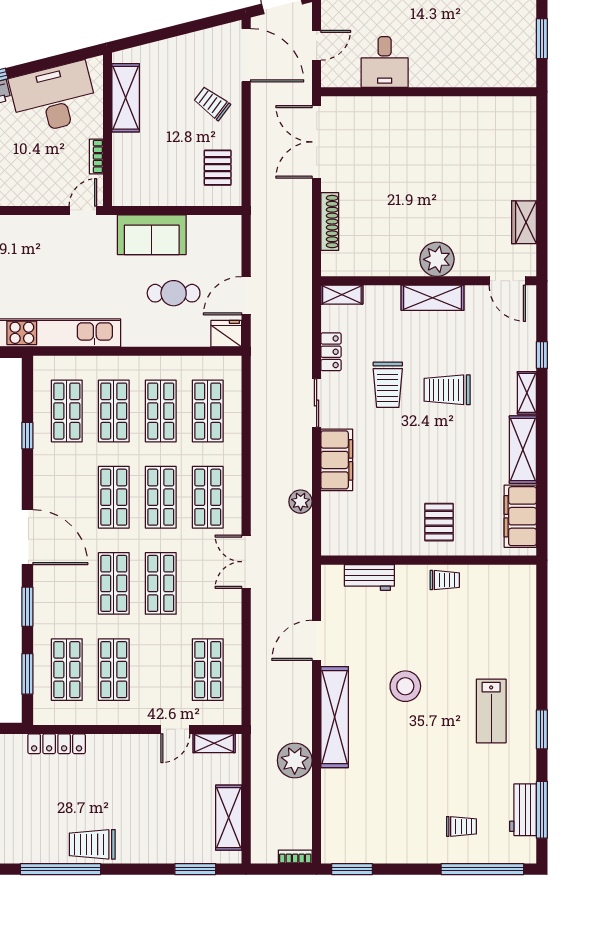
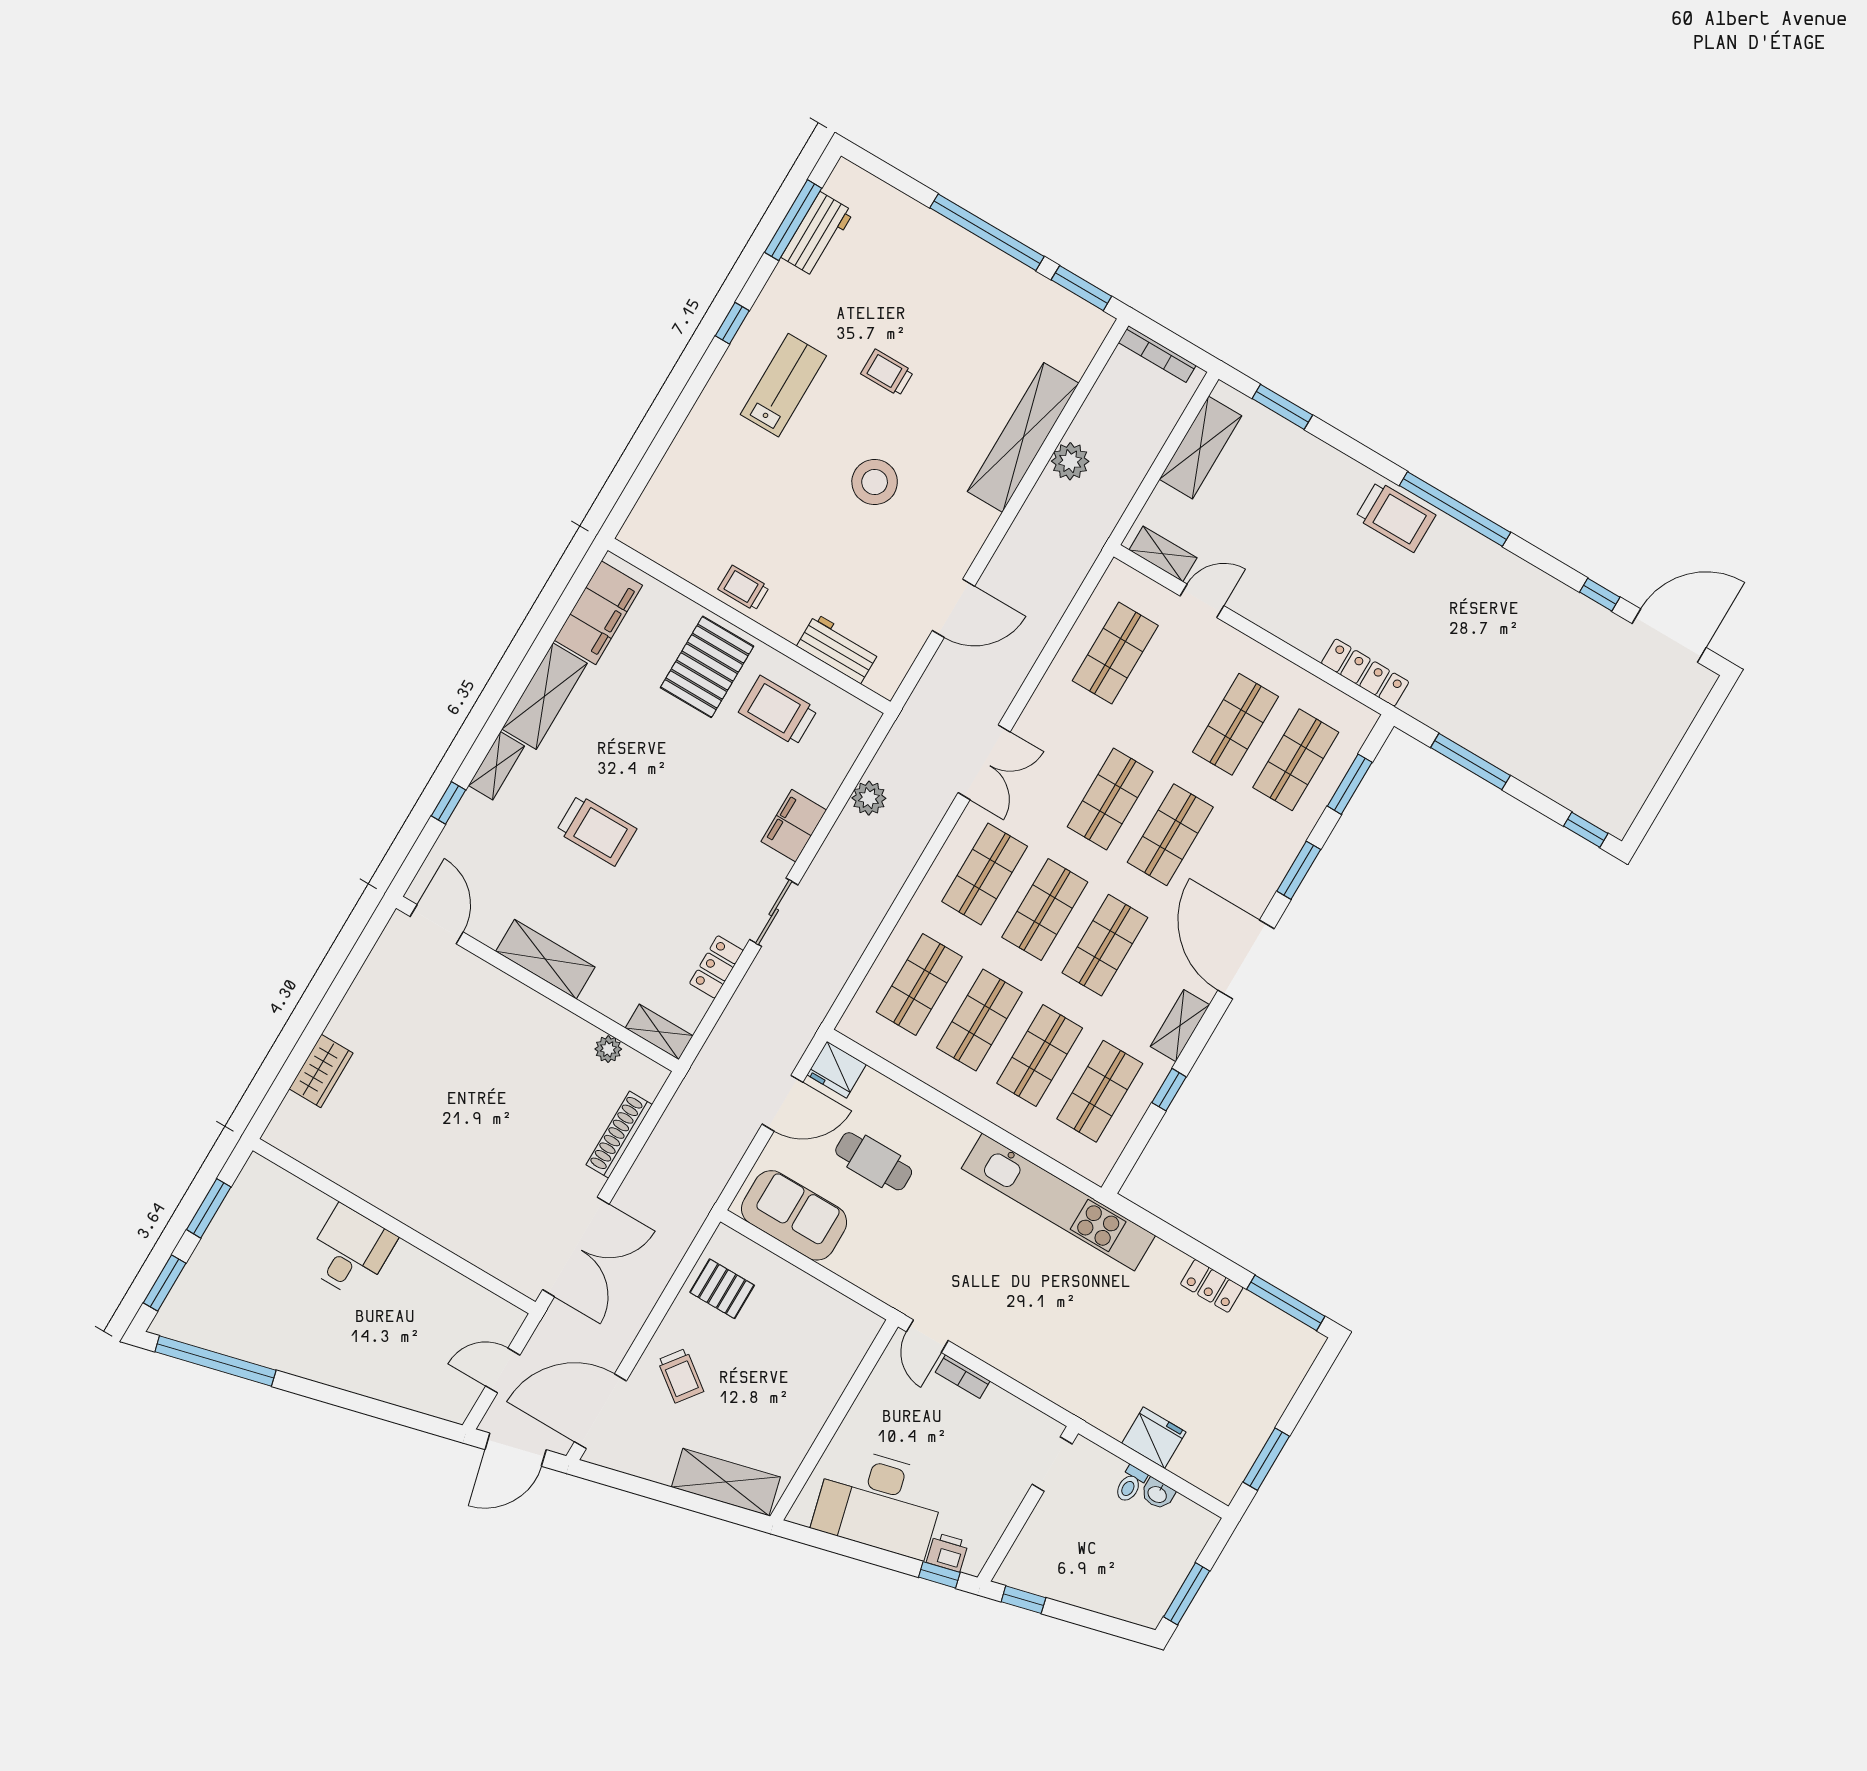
door: (246, 55) -> (600, 1411), hinge flipped
desk: (385, 62) -> (350, 1252), moved
shelving: (126, 98) -> (726, 1482), moved, turned 76
bookcase: (96, 156) -> (963, 1377), moved, turned 90
pallet: (218, 168) -> (722, 1289), turned 90
door: (83, 210) -> (927, 1336), hinge flipped
wardrobe: (524, 222) -> (321, 1071), moved
sofa: (152, 235) -> (794, 1215), moved
plant: (437, 259) -> (608, 1049), moved, width x0.53, depth x0.53
trolley: (388, 385) -> (778, 711), moved, turned -90
filing cabinet: (337, 460) -> (794, 826), width x0.67, depth x0.86
shelving: (43, 476) -> (1180, 1026), added
pallet: (439, 522) -> (707, 667), width x1.50, depth x1.42
shelving: (335, 717) -> (1023, 437), moved
window: (542, 729) -> (732, 323), width x0.67
plant: (295, 760) -> (1070, 461), width x0.73, depth x0.73
trolley: (462, 826) -> (887, 373), moved
bookcase: (295, 857) -> (1157, 354), width x1.56
window: (482, 869) -> (987, 232), moved

